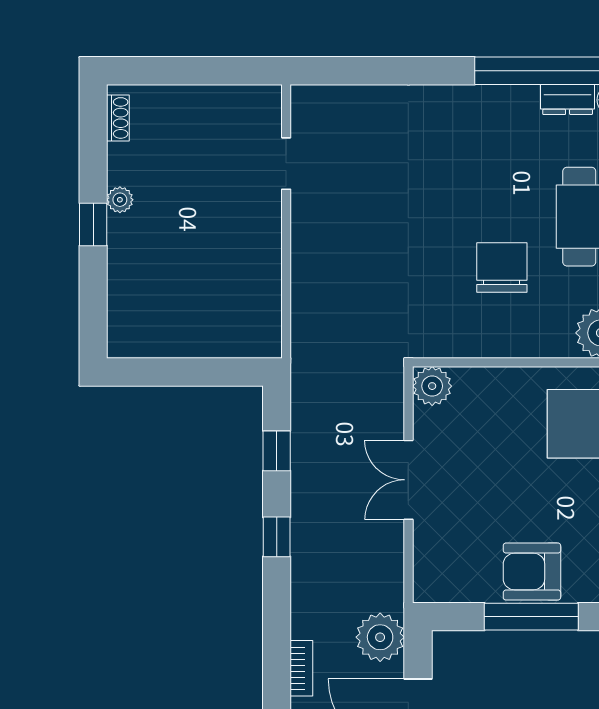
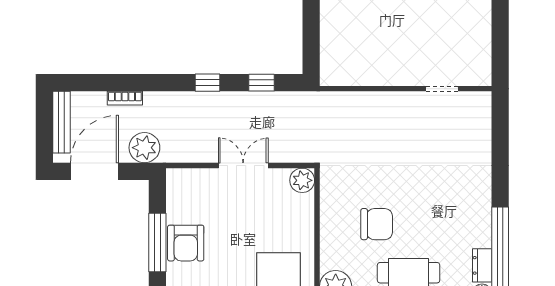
armchair: (532, 572) -> (186, 243), turned 180

